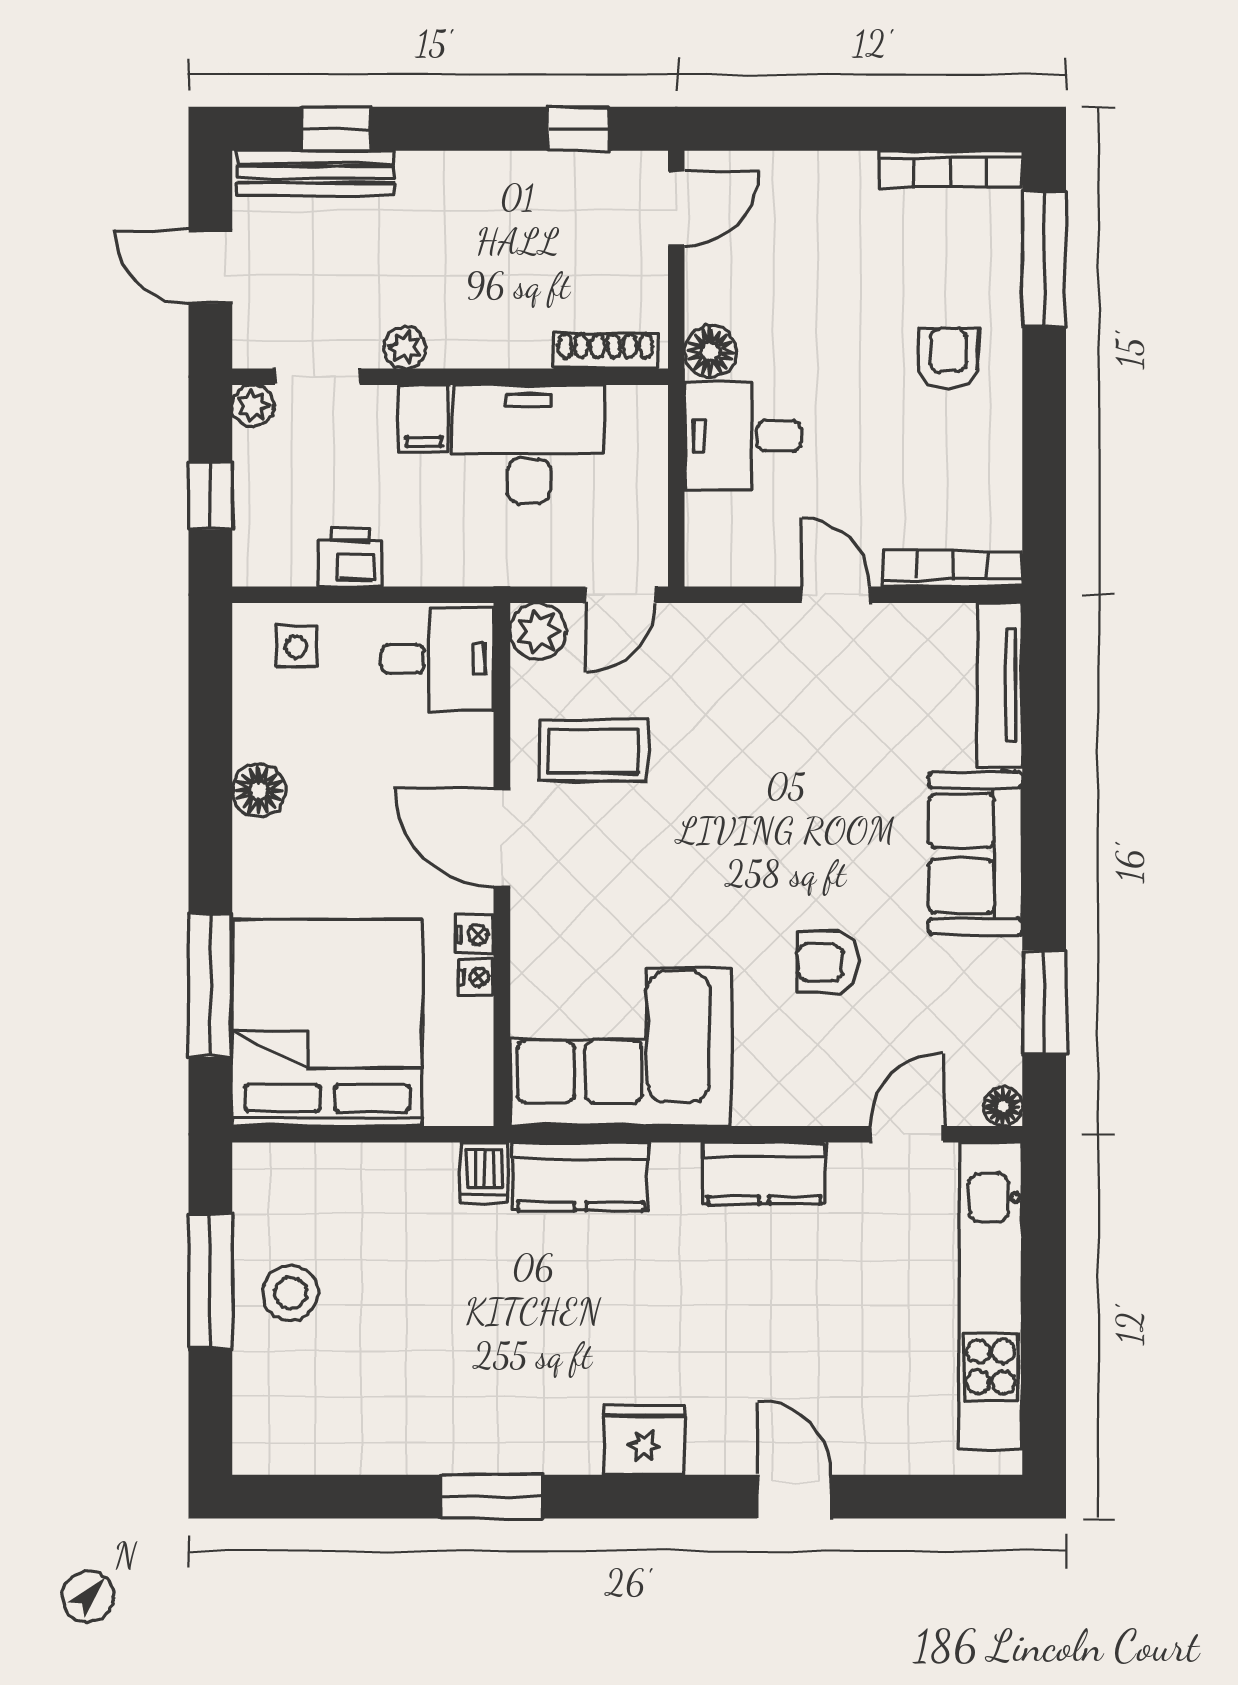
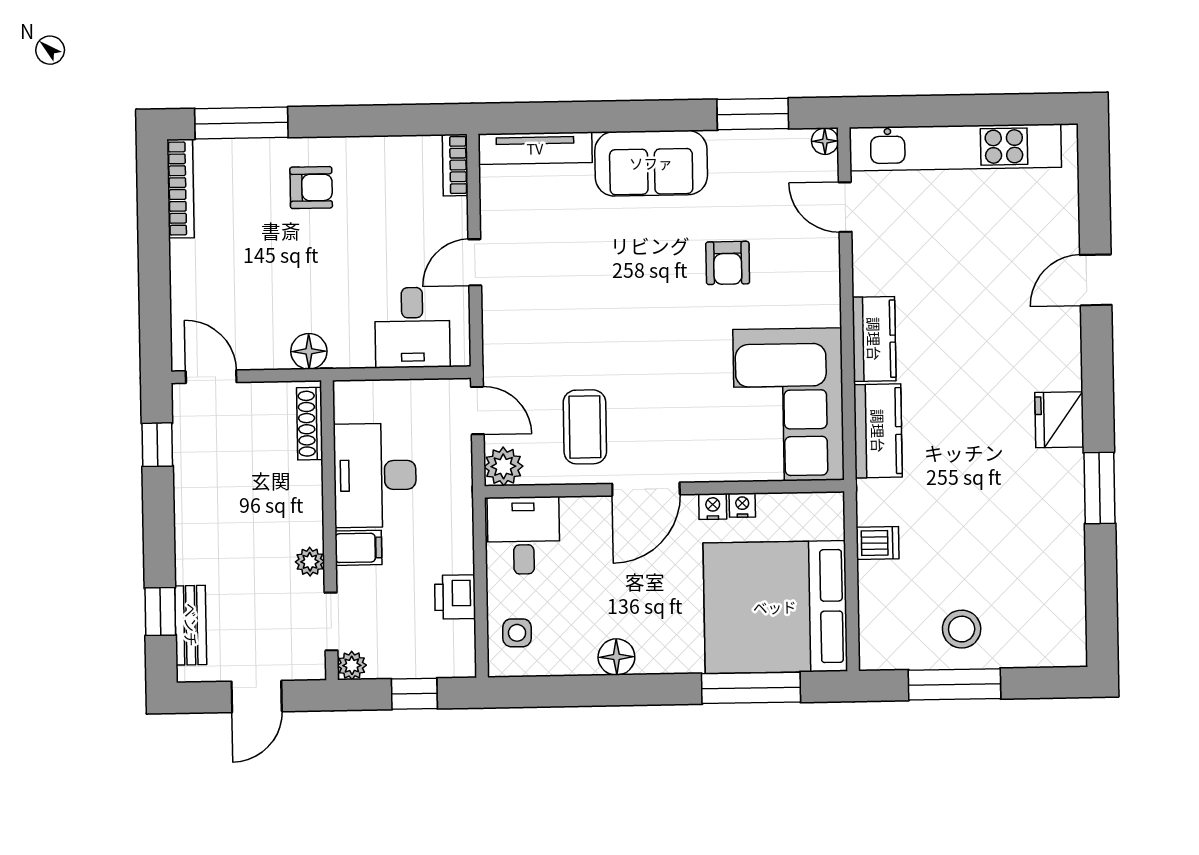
bench: (316, 173) -> (191, 625), width x0.73
armchair: (949, 359) -> (311, 188), turned 180
desk: (743, 436) -> (412, 327), moved
bookcase: (952, 569) -> (455, 165), width x0.64
dishwasher: (485, 1173) -> (878, 543), moved
kitchen counter: (764, 1173) -> (874, 339), moved
fridge: (644, 1440) -> (1059, 420), moved

